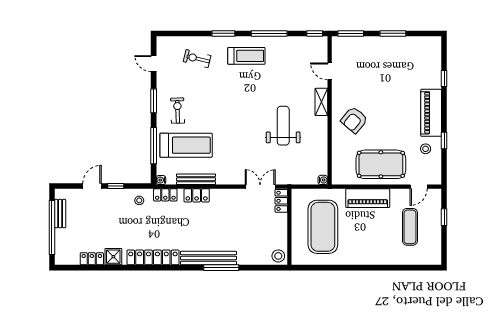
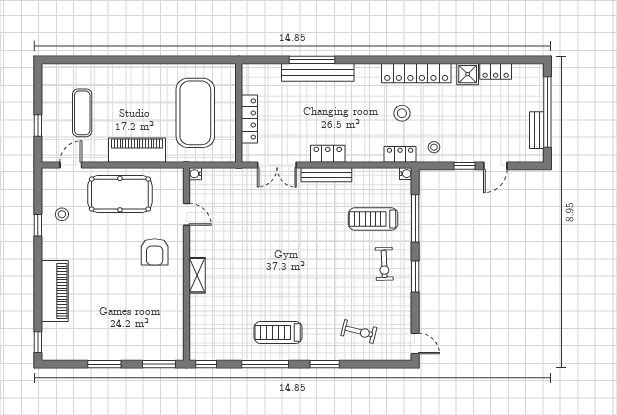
treadmill: (246, 56) -> (278, 332), moved
door: (154, 64) -> (415, 344), moved
door: (330, 71) -> (187, 214), moved
window: (444, 78) -> (38, 342), moved
piano: (431, 113) -> (55, 291), moved
armchair: (354, 120) -> (155, 252), turned 140
weight bench: (283, 126) -> (247, 244), removed
treadmill: (186, 145) -> (373, 219), width x0.73, depth x0.73
bench: (196, 179) -> (326, 175), moved
locker: (197, 195) -> (328, 154), moved
locker: (281, 201) -> (249, 119), moved, width x1.53
stool: (278, 256) -> (402, 113), moved
bench: (209, 258) -> (318, 72), moved
window: (221, 268) -> (312, 60), moved

